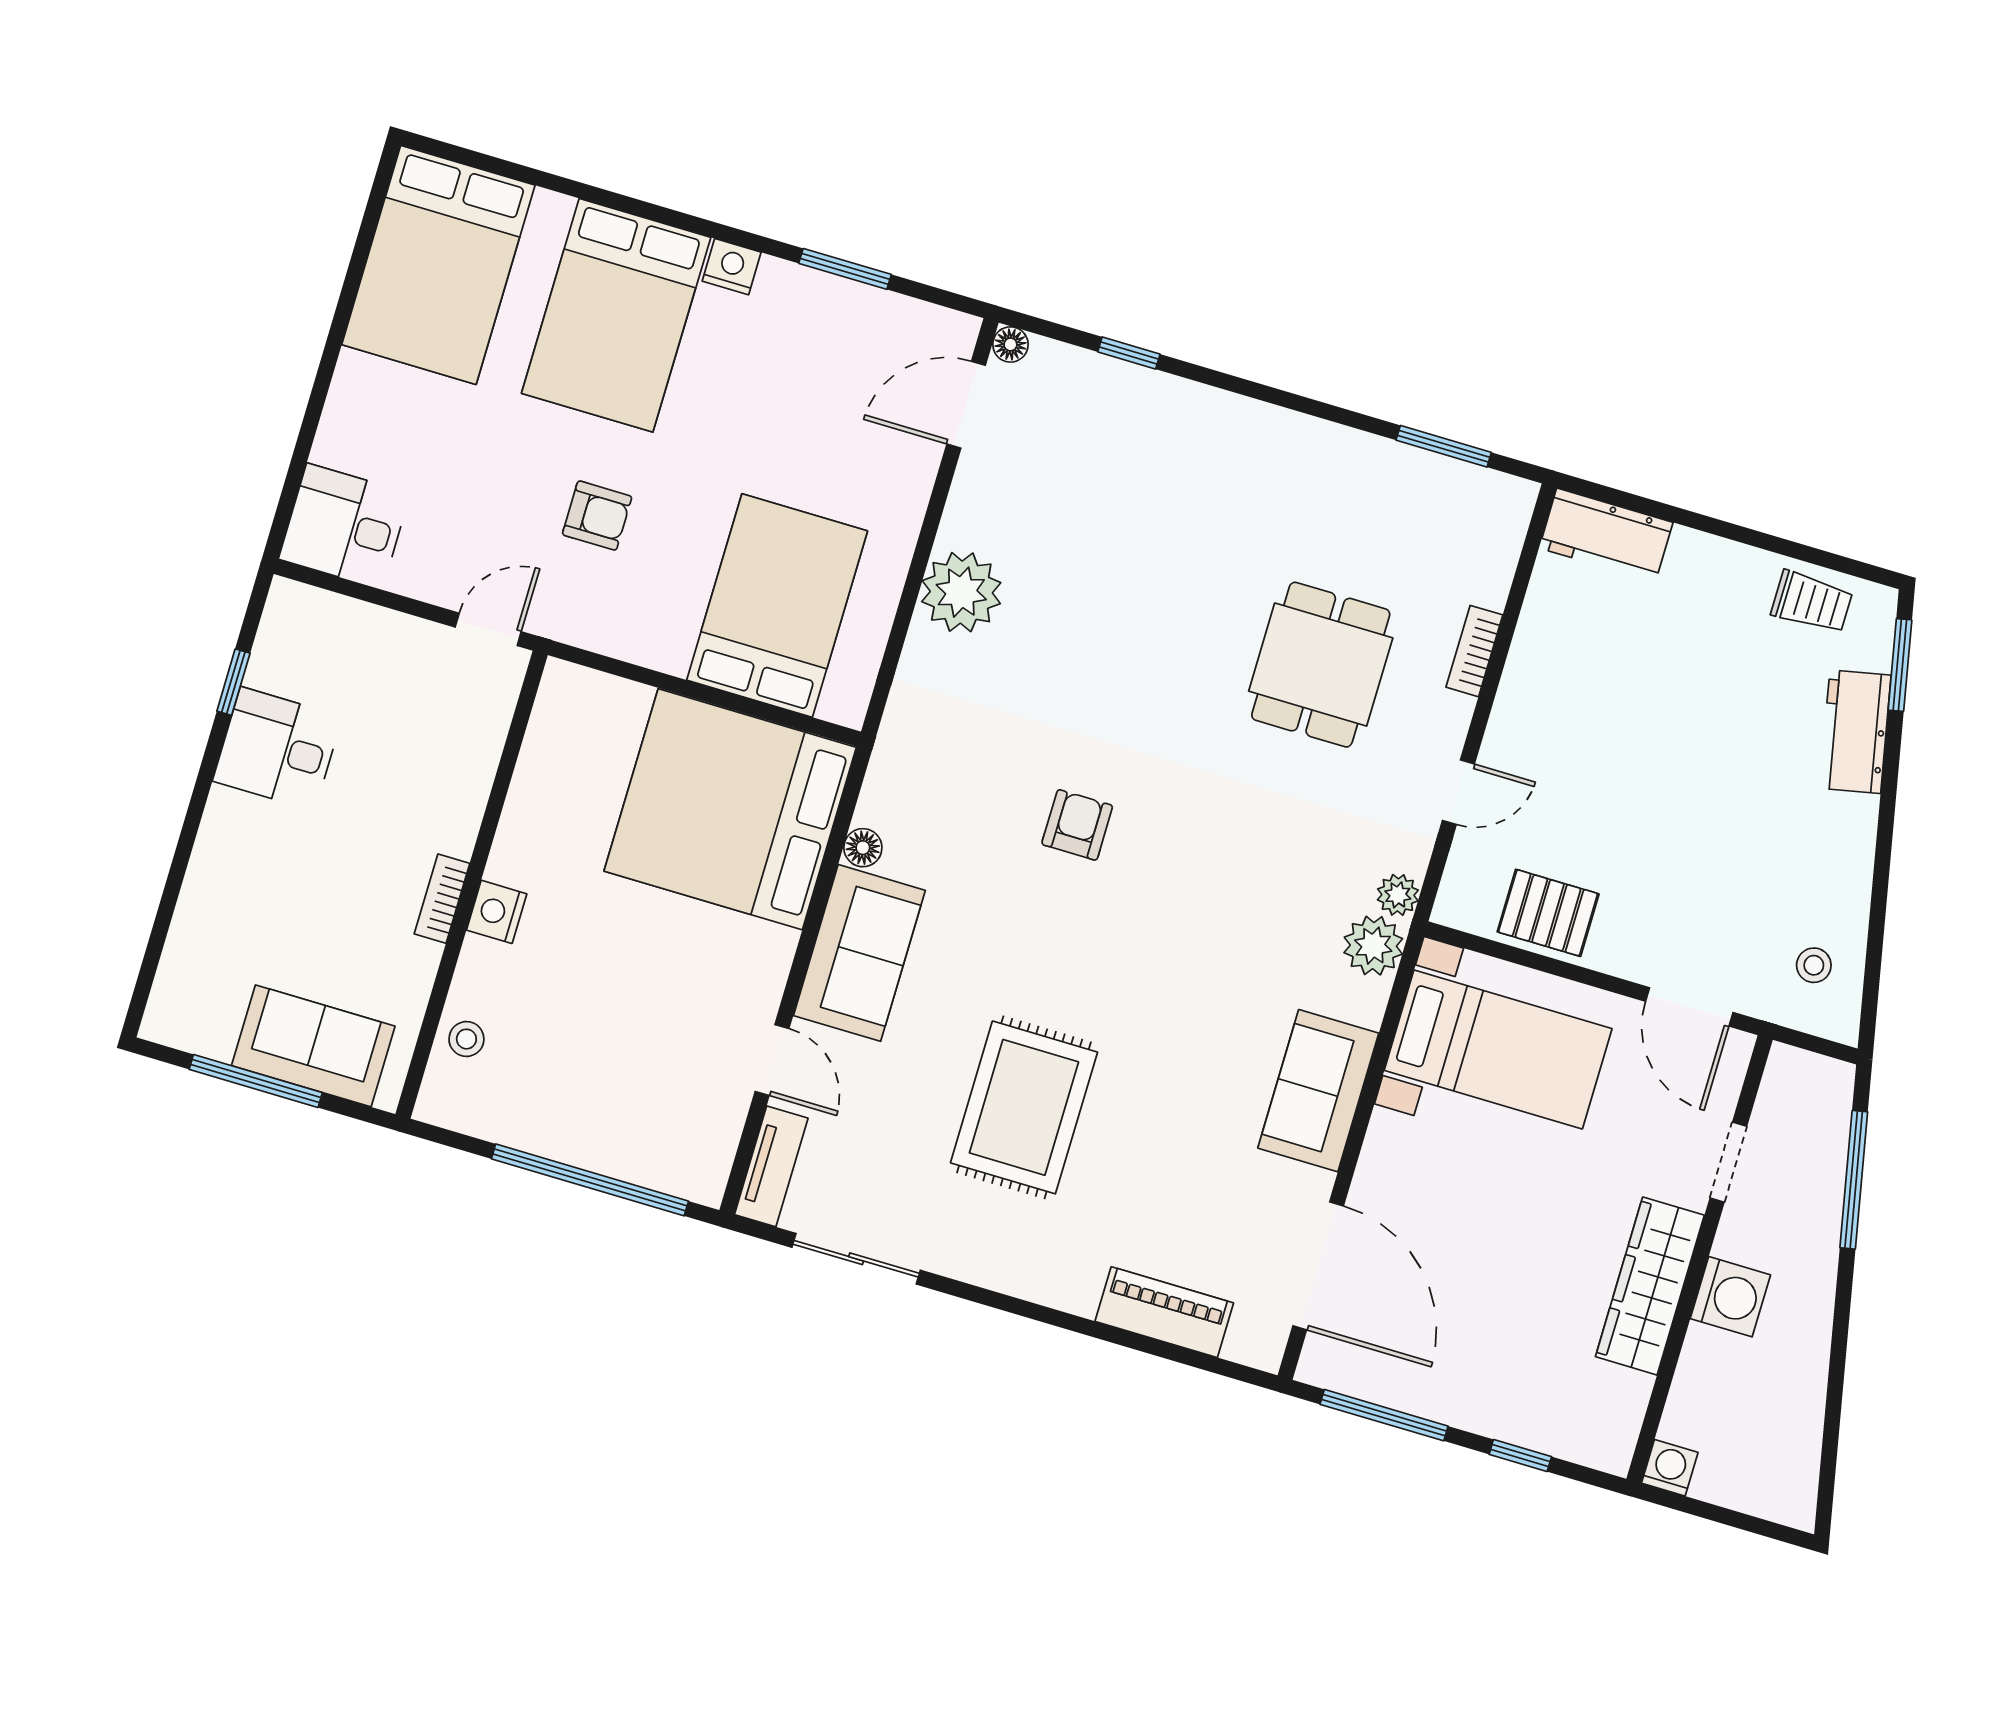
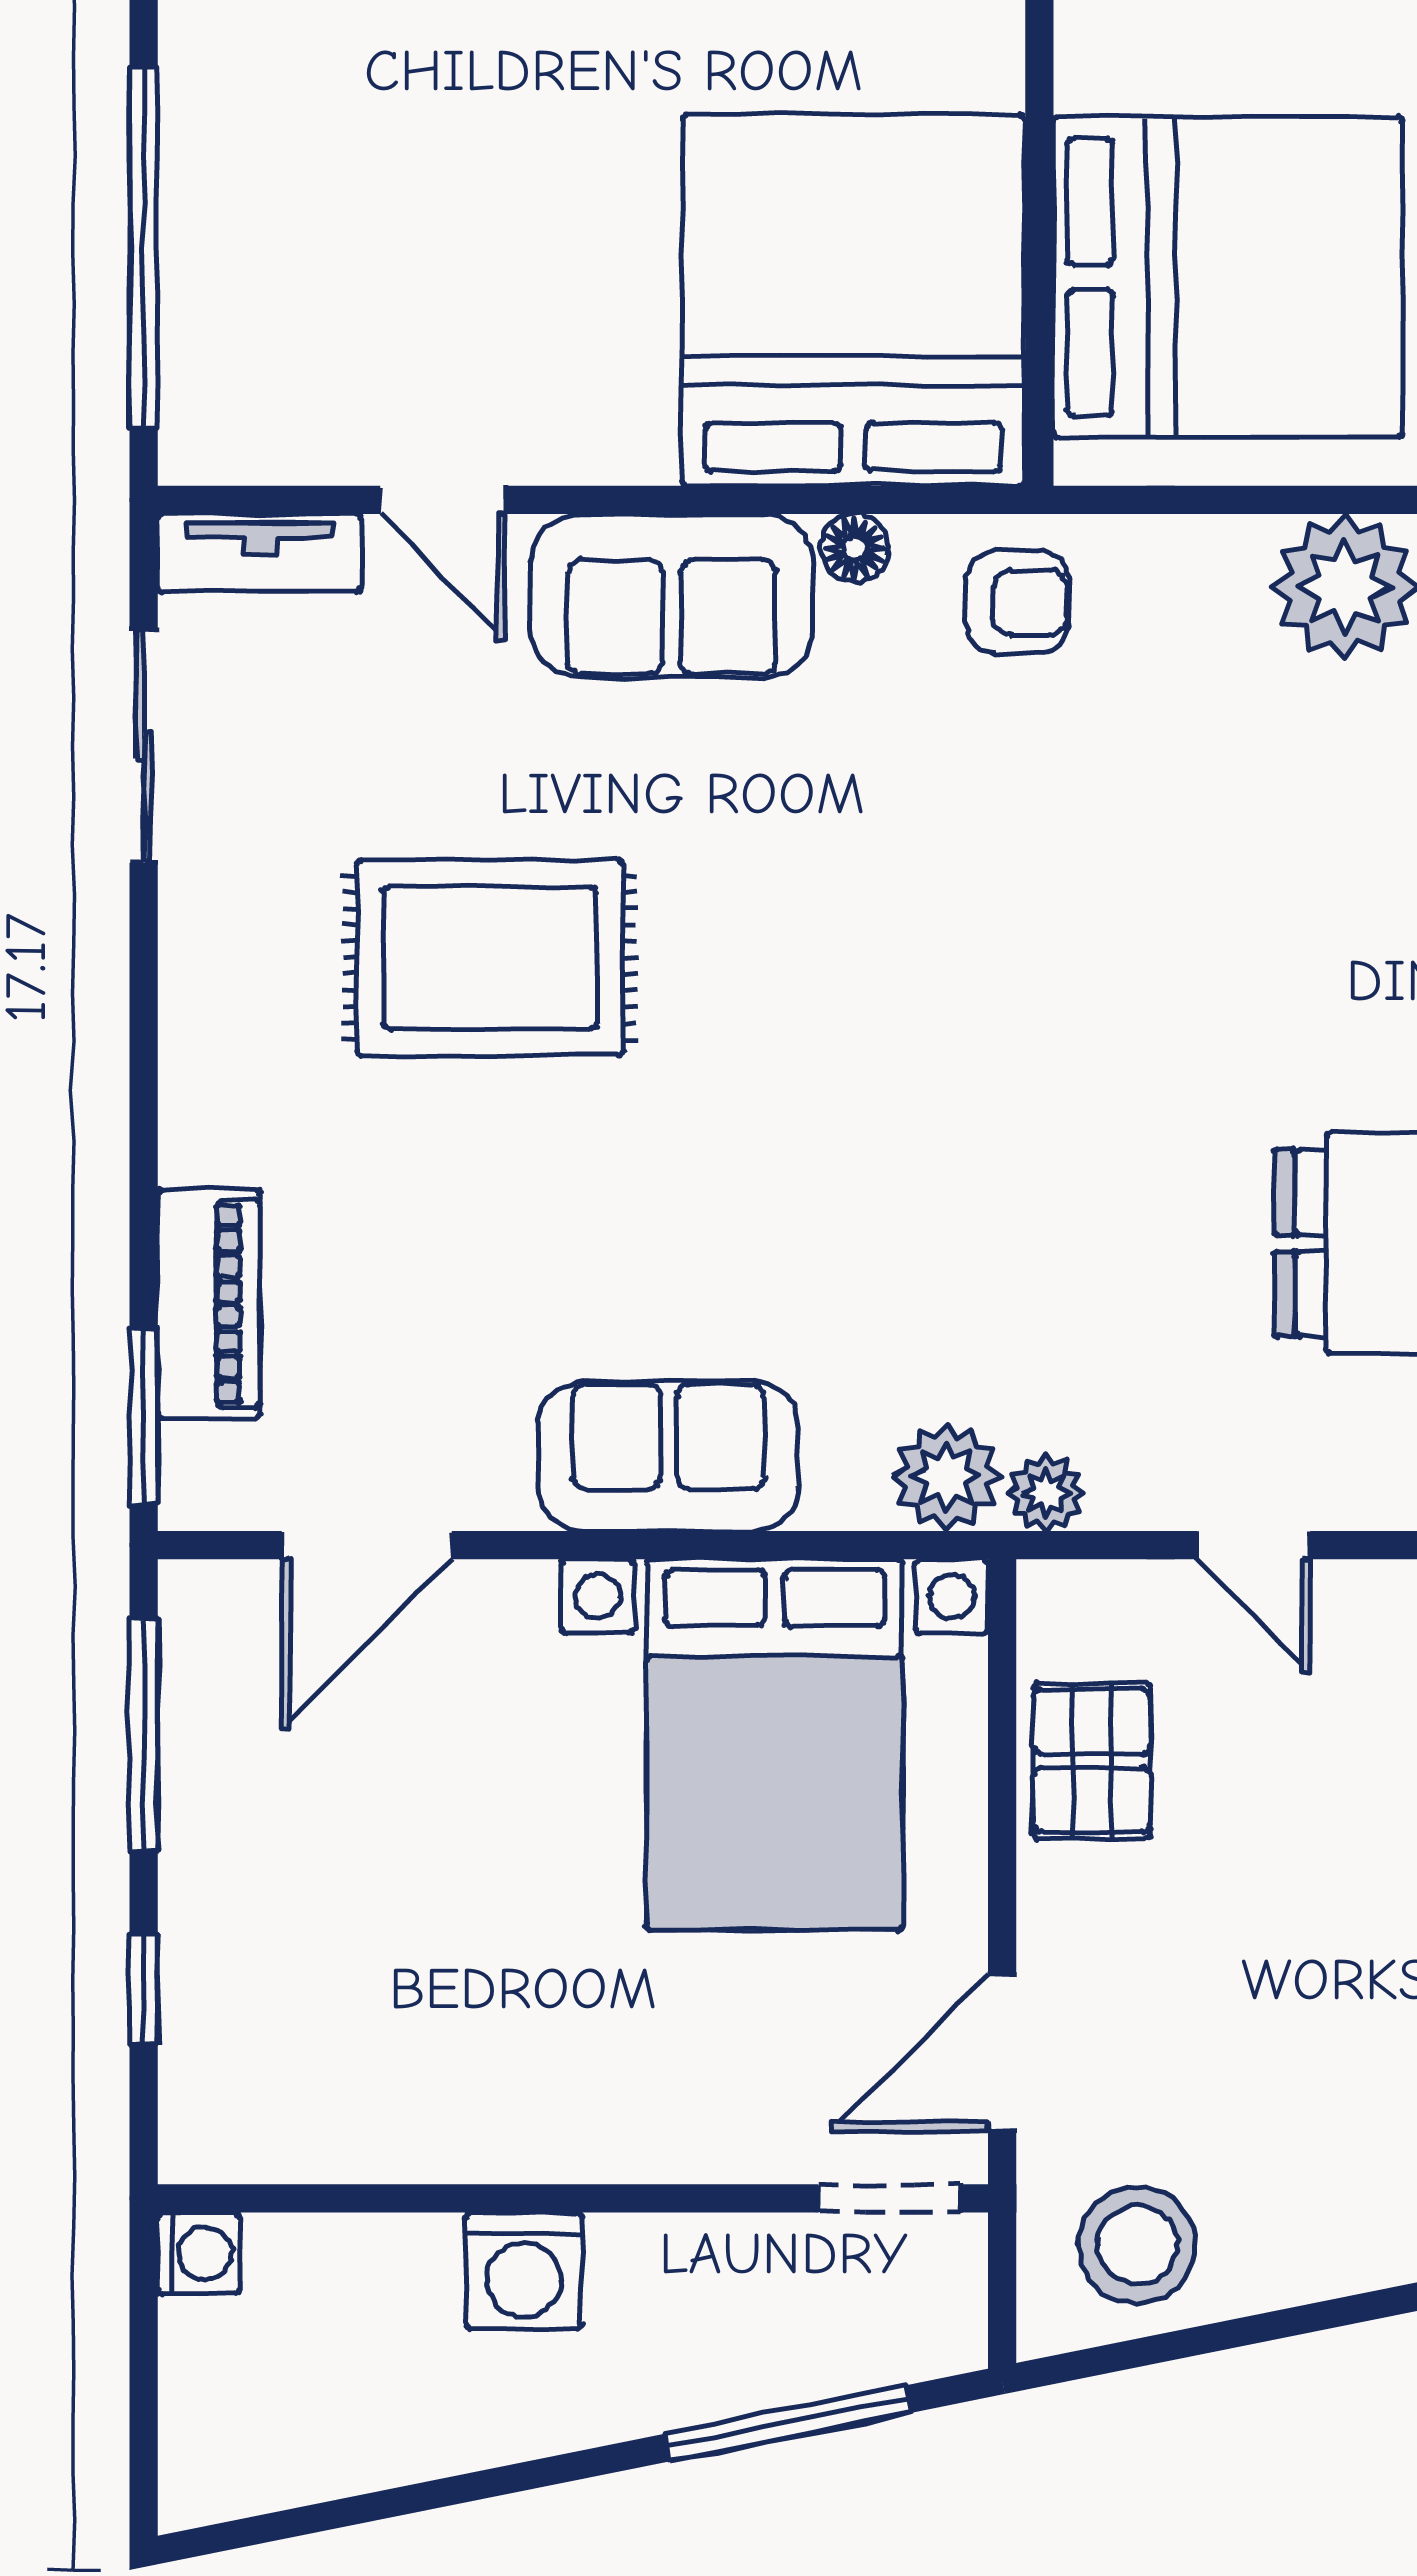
bed: (777, 606) -> (1228, 277), width x1.36
armchair: (1077, 825) -> (1018, 602), moved
stool: (1814, 965) -> (1137, 2245), width x1.89, depth x1.89
bed with nightstands: (1498, 1049) -> (775, 1745), width x1.36
door: (772, 1060) -> (443, 500), hinge flipped
doorway: (1728, 1162) -> (890, 2198), moved
door: (1318, 1266) -> (367, 1545), width x0.73
wardrobe: (1650, 1286) -> (502, 2126), removed
window: (1214, 1365) -> (144, 1416), added

